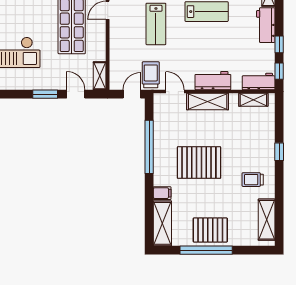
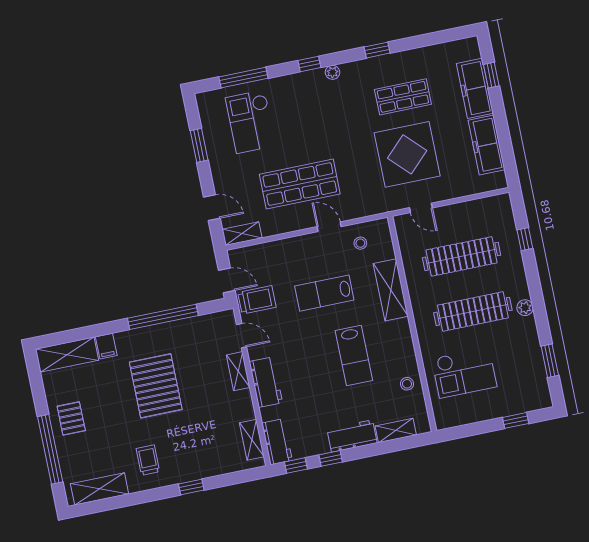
door: (175, 92) -> (242, 336), hinge flipped
window: (45, 94) -> (199, 145), moved
door: (76, 94) -> (212, 208), hinge flipped
shelving: (208, 102) -> (238, 371), width x0.67, depth x0.75
pallet: (210, 230) -> (71, 418), width x0.67, depth x0.71
window: (206, 250) -> (50, 449), moved

